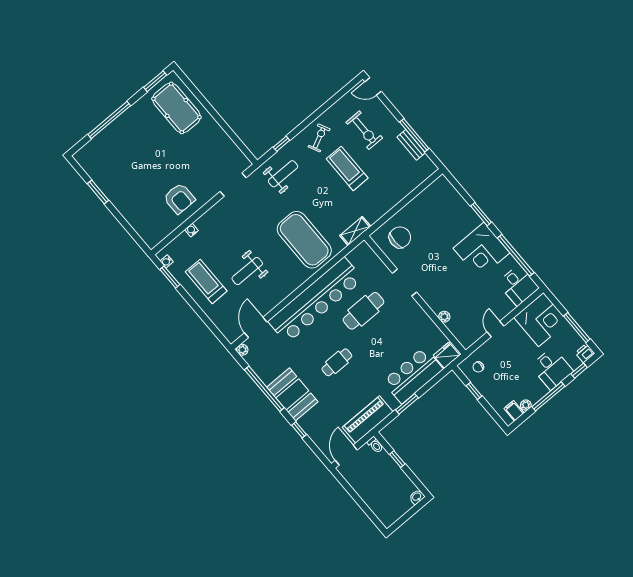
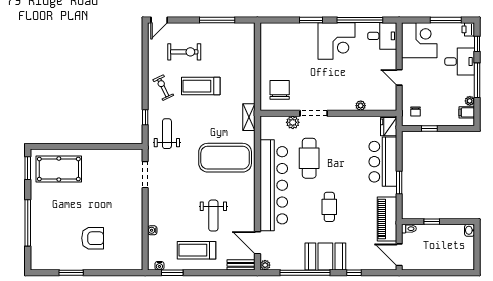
bench: (411, 145) -> (241, 265), moved
armchair: (179, 198) -> (93, 238), moved
plant: (382, 272) -> (293, 122), added

